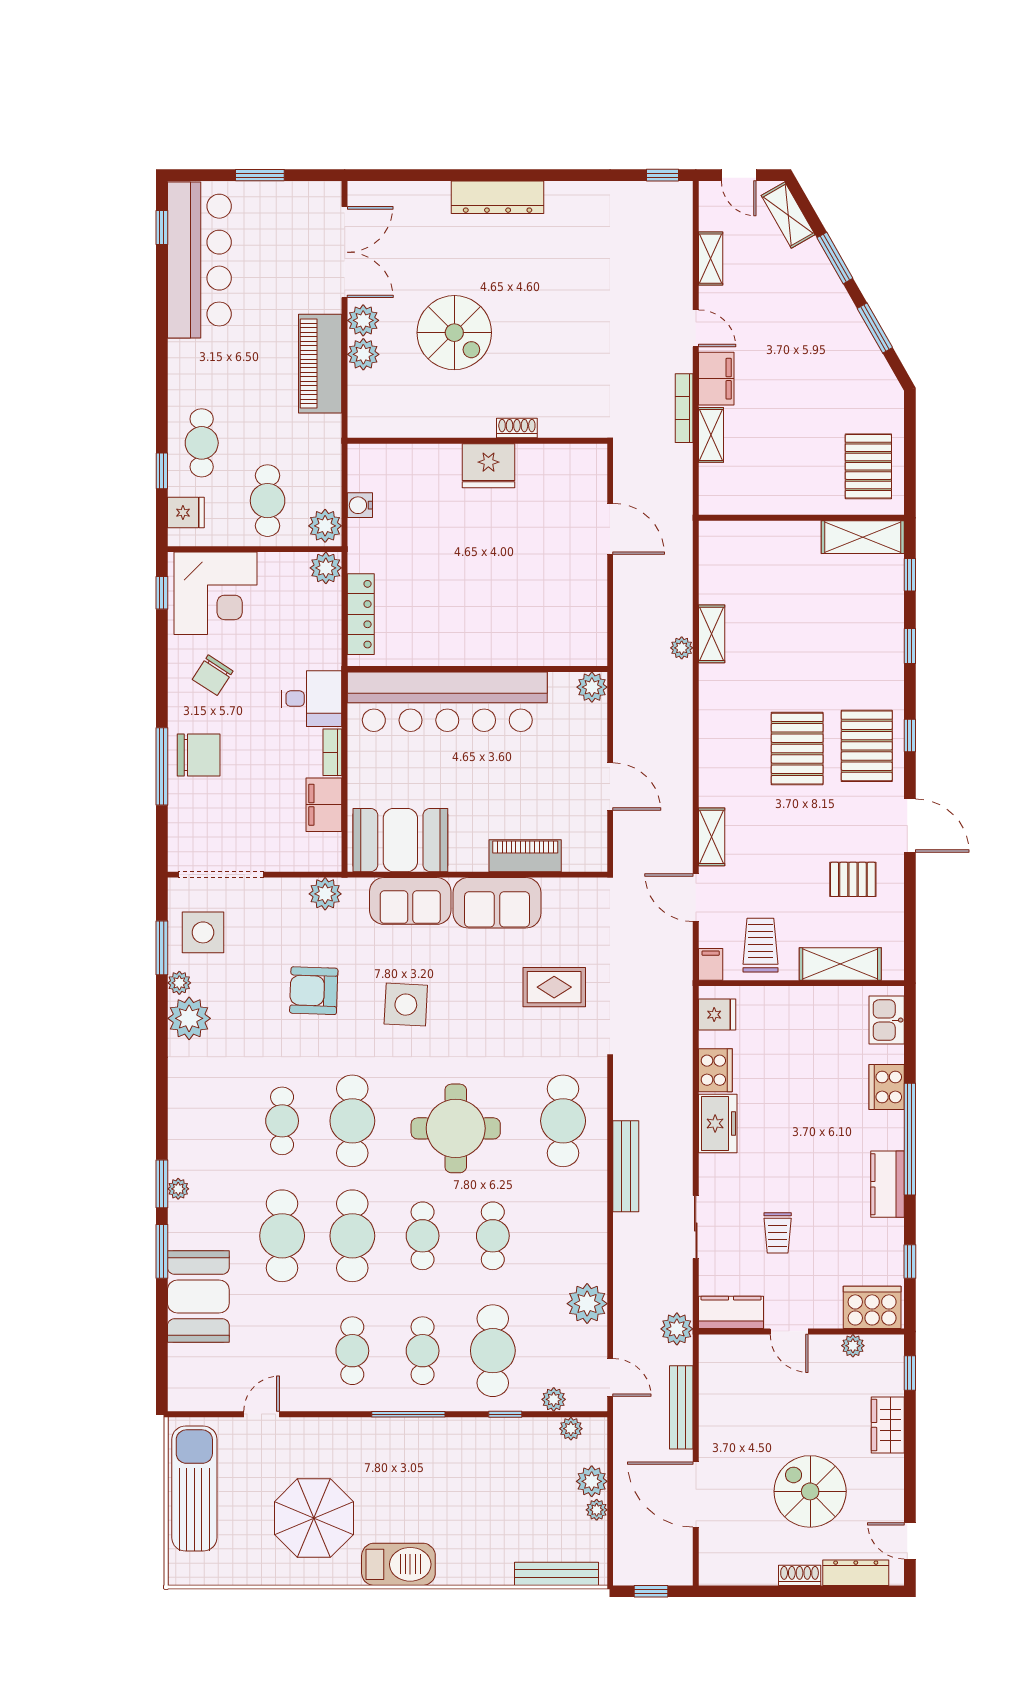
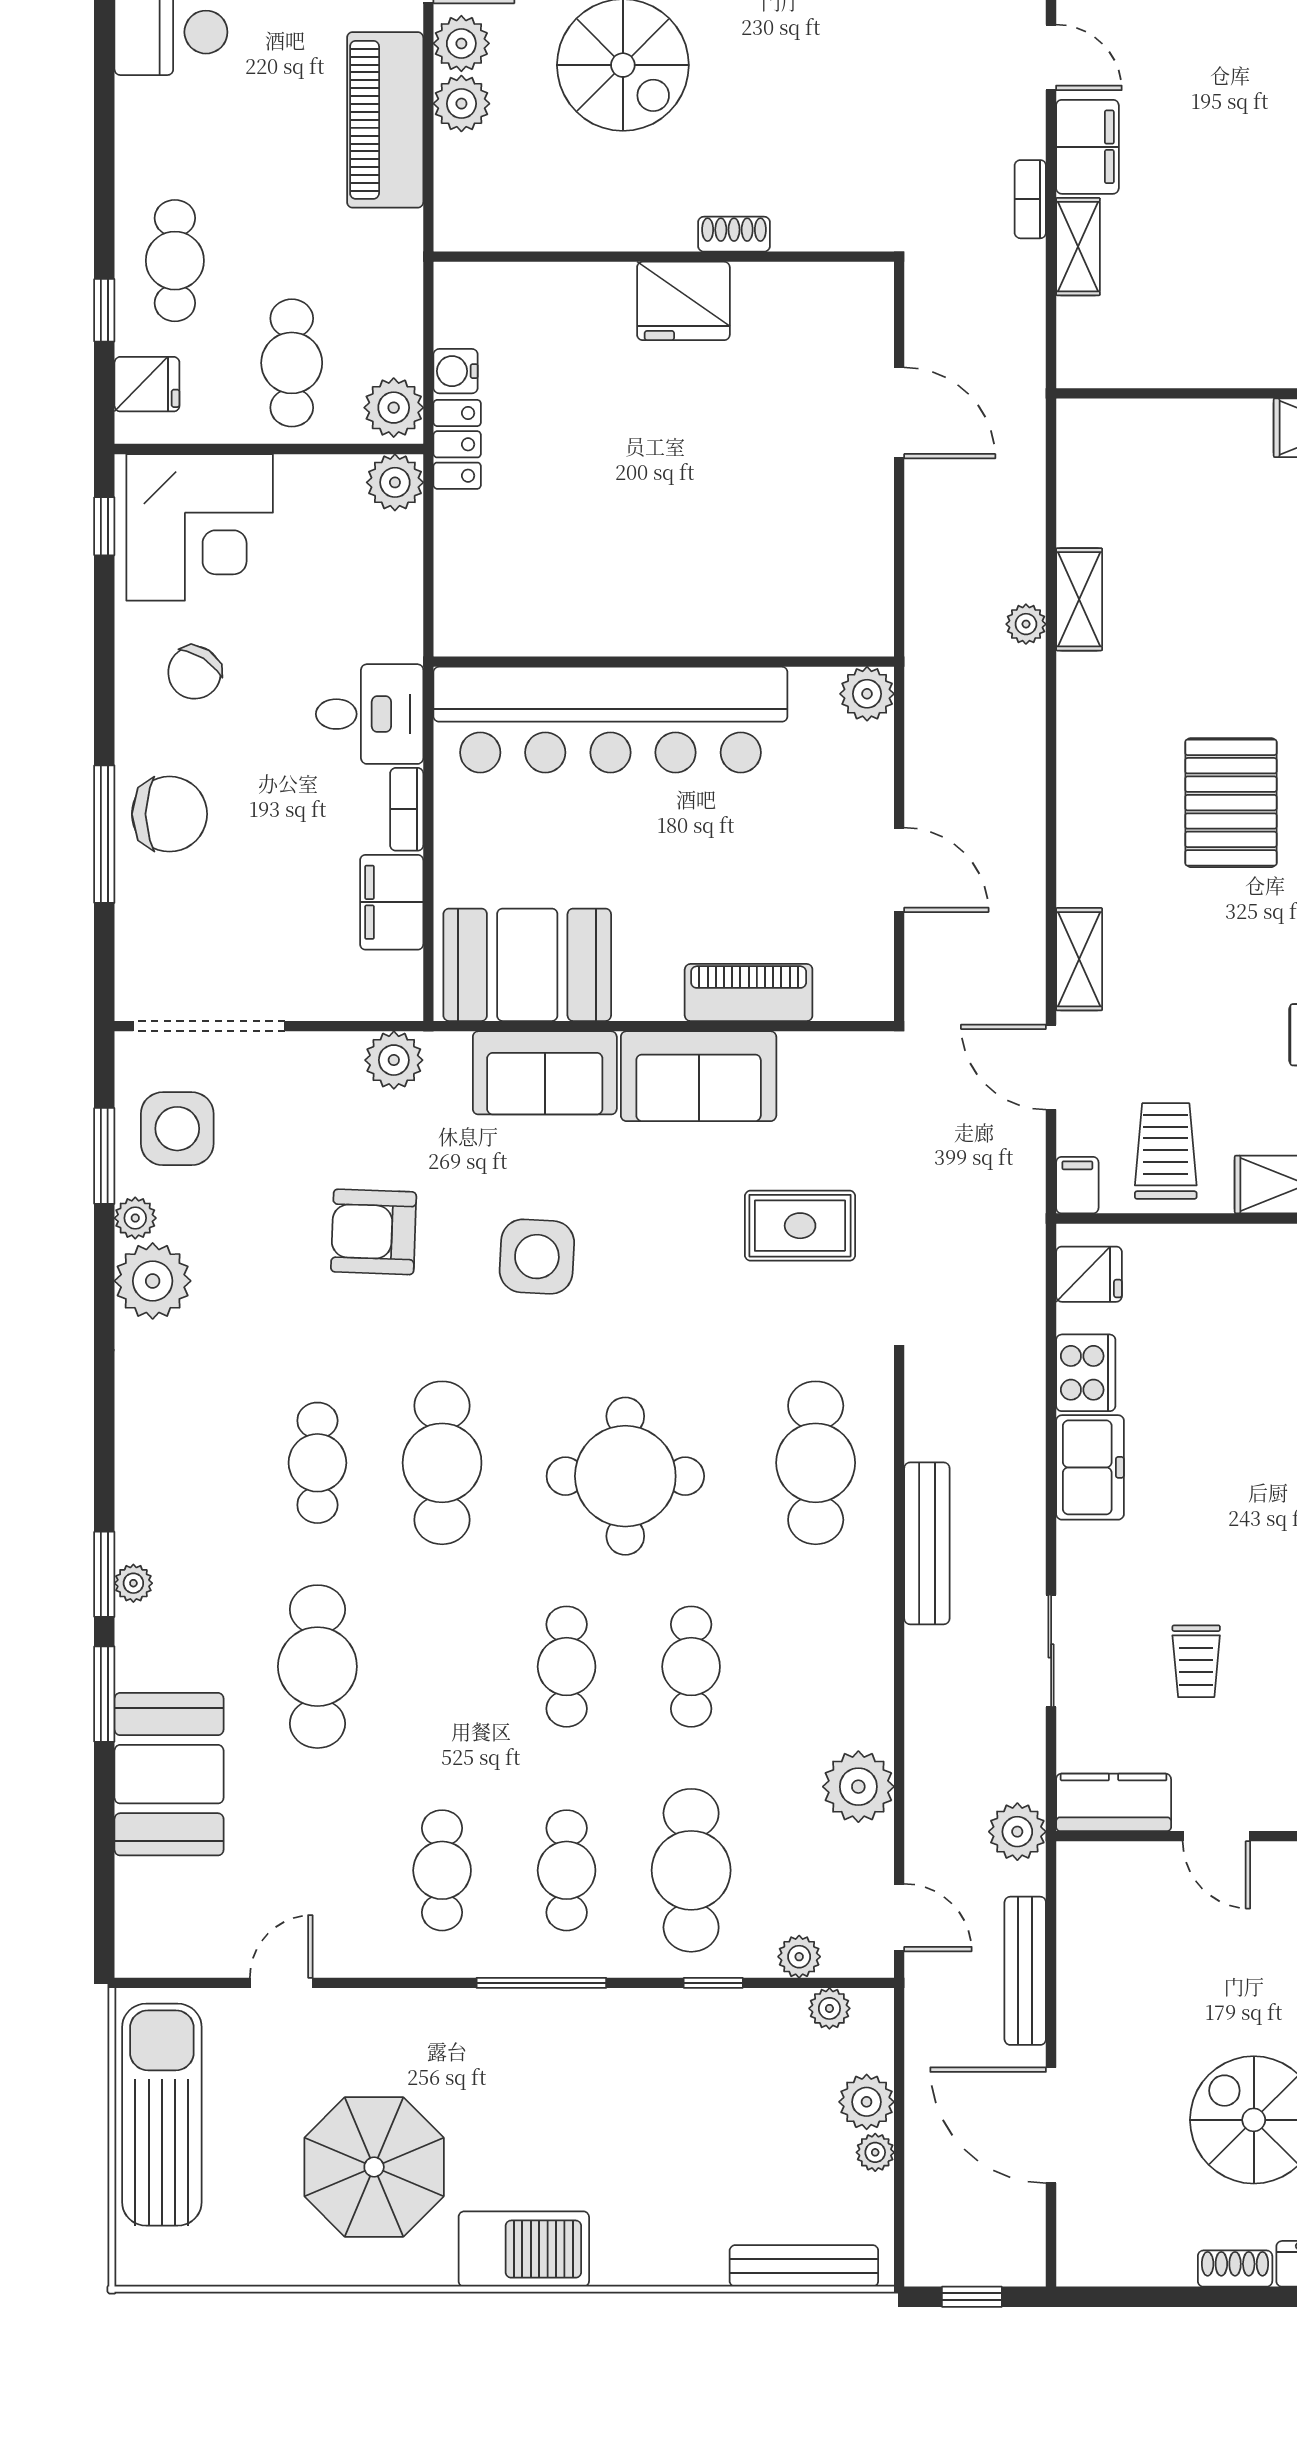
bookcase: (684, 408) -> (1030, 199), width x0.64
locker: (361, 614) -> (457, 444), moved, width x0.66
cafe table: (352, 1236) -> (442, 1667), removed

